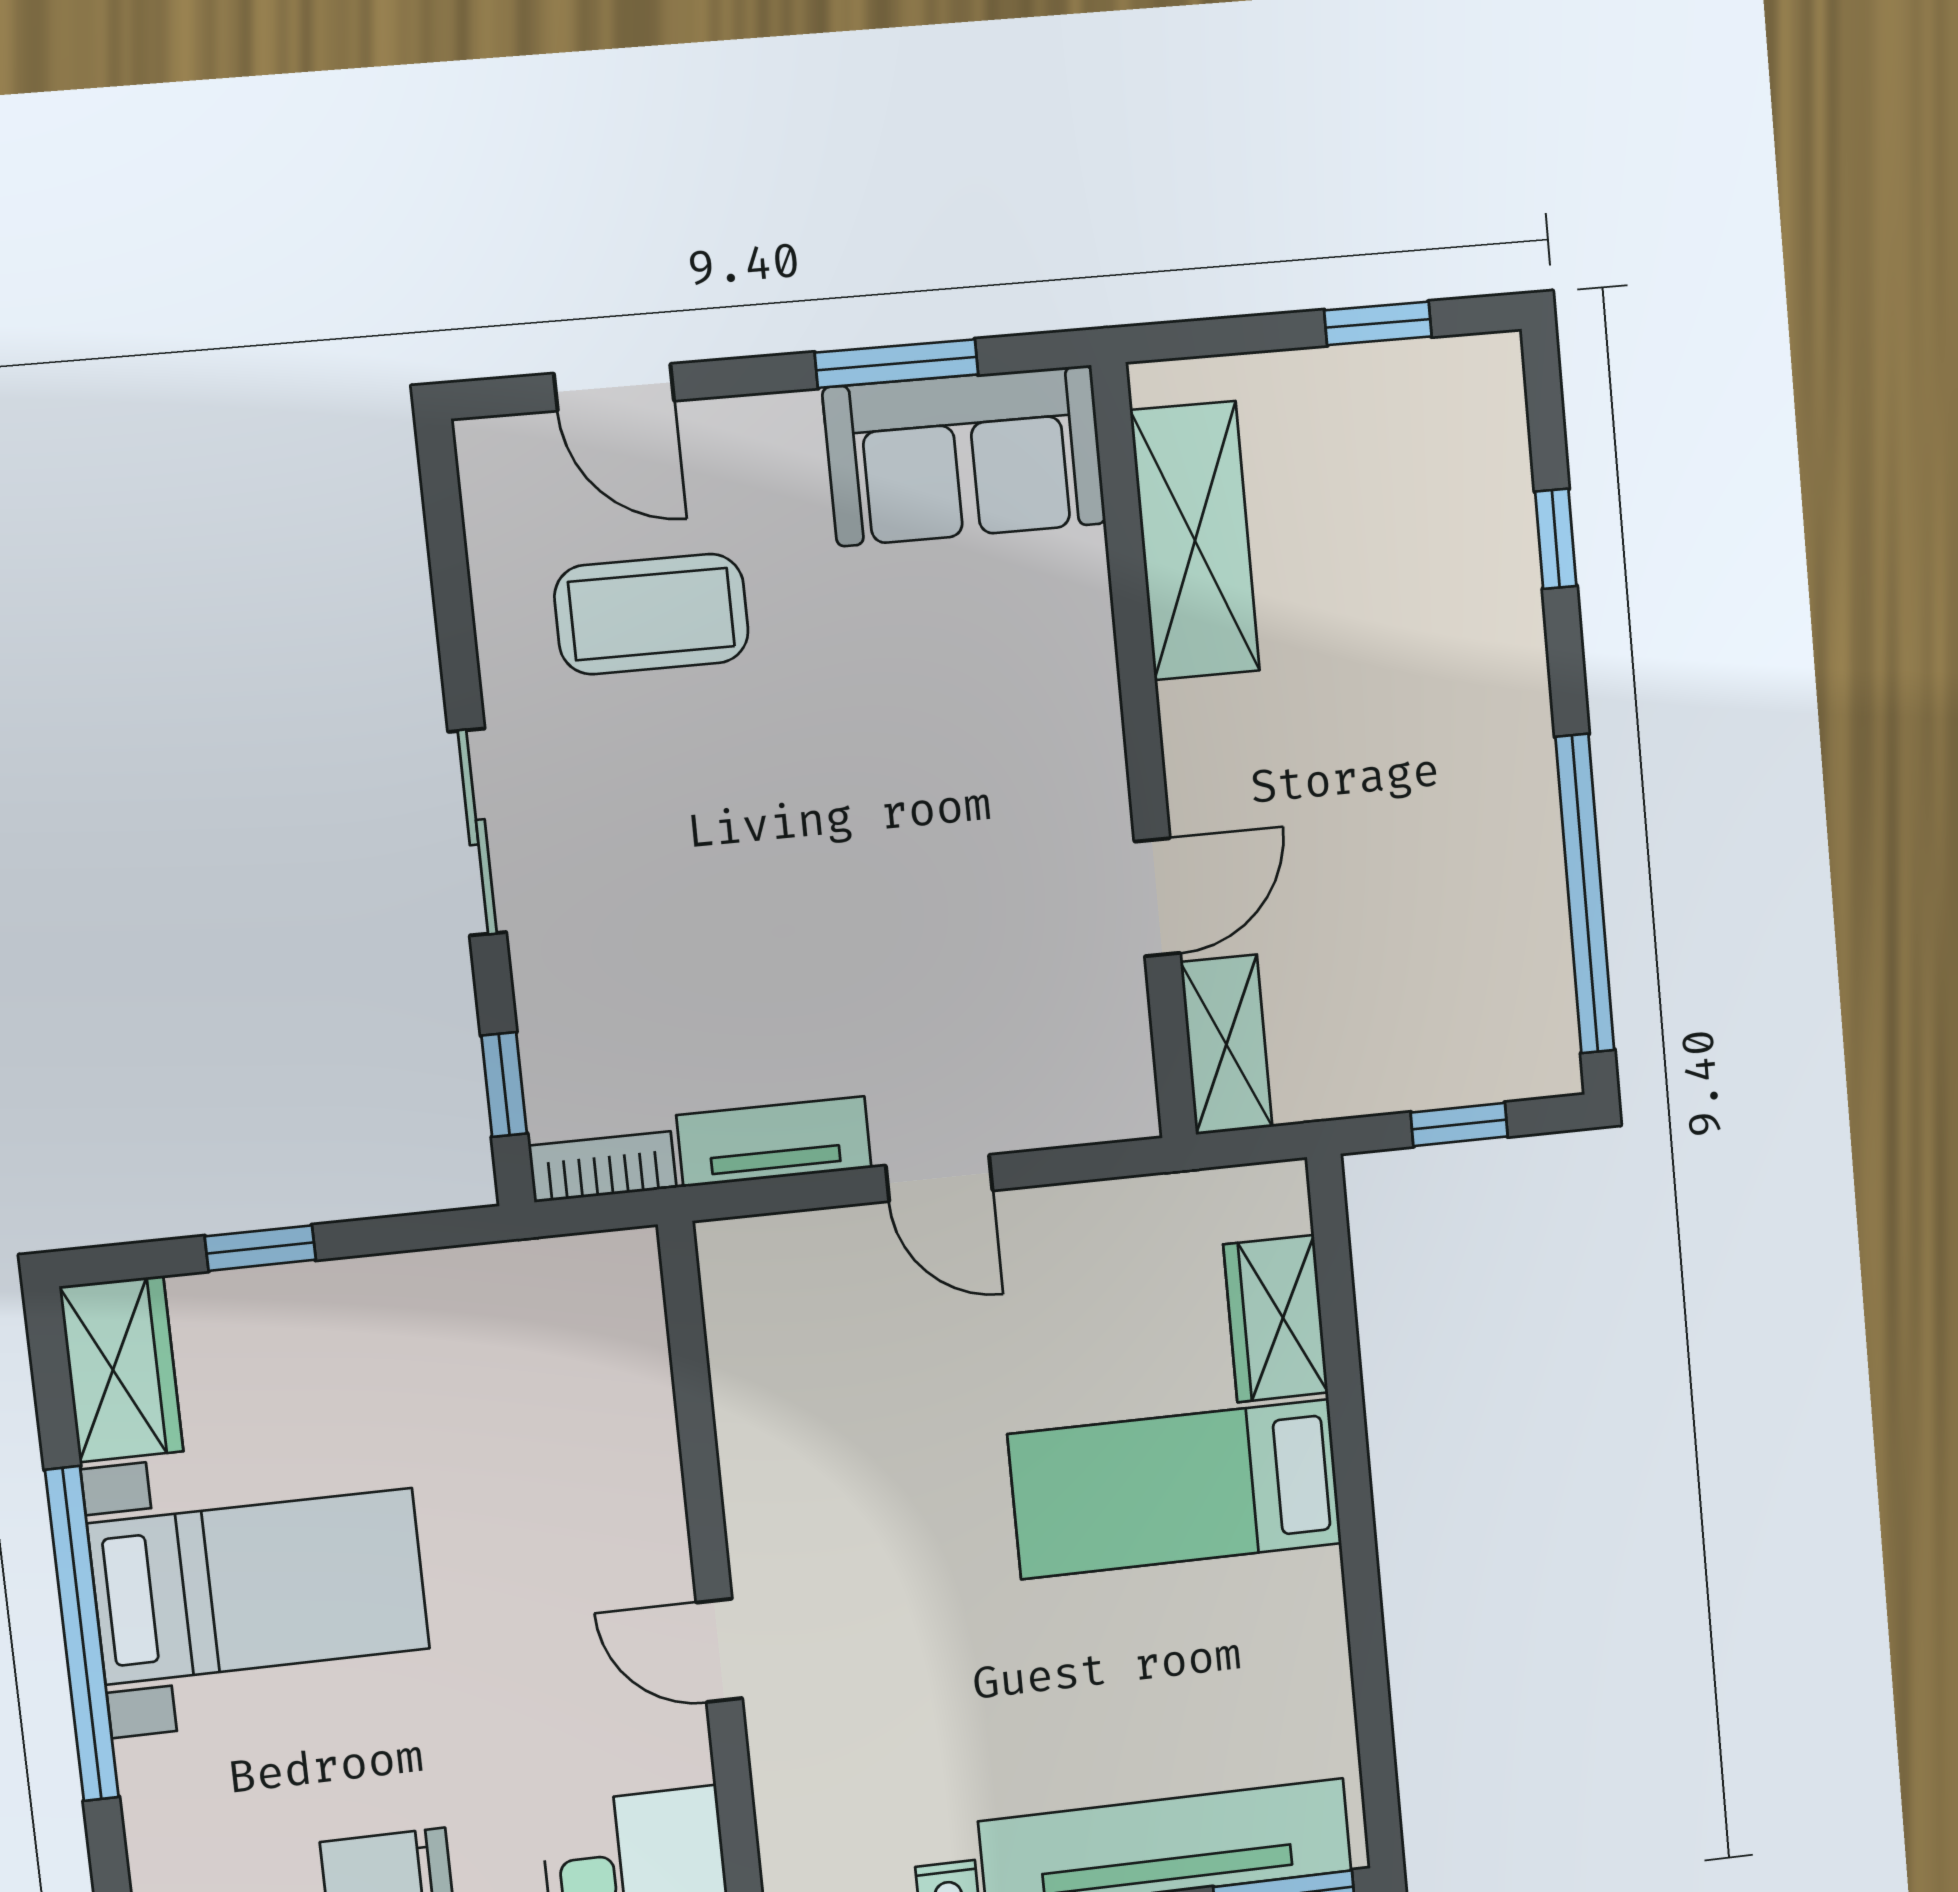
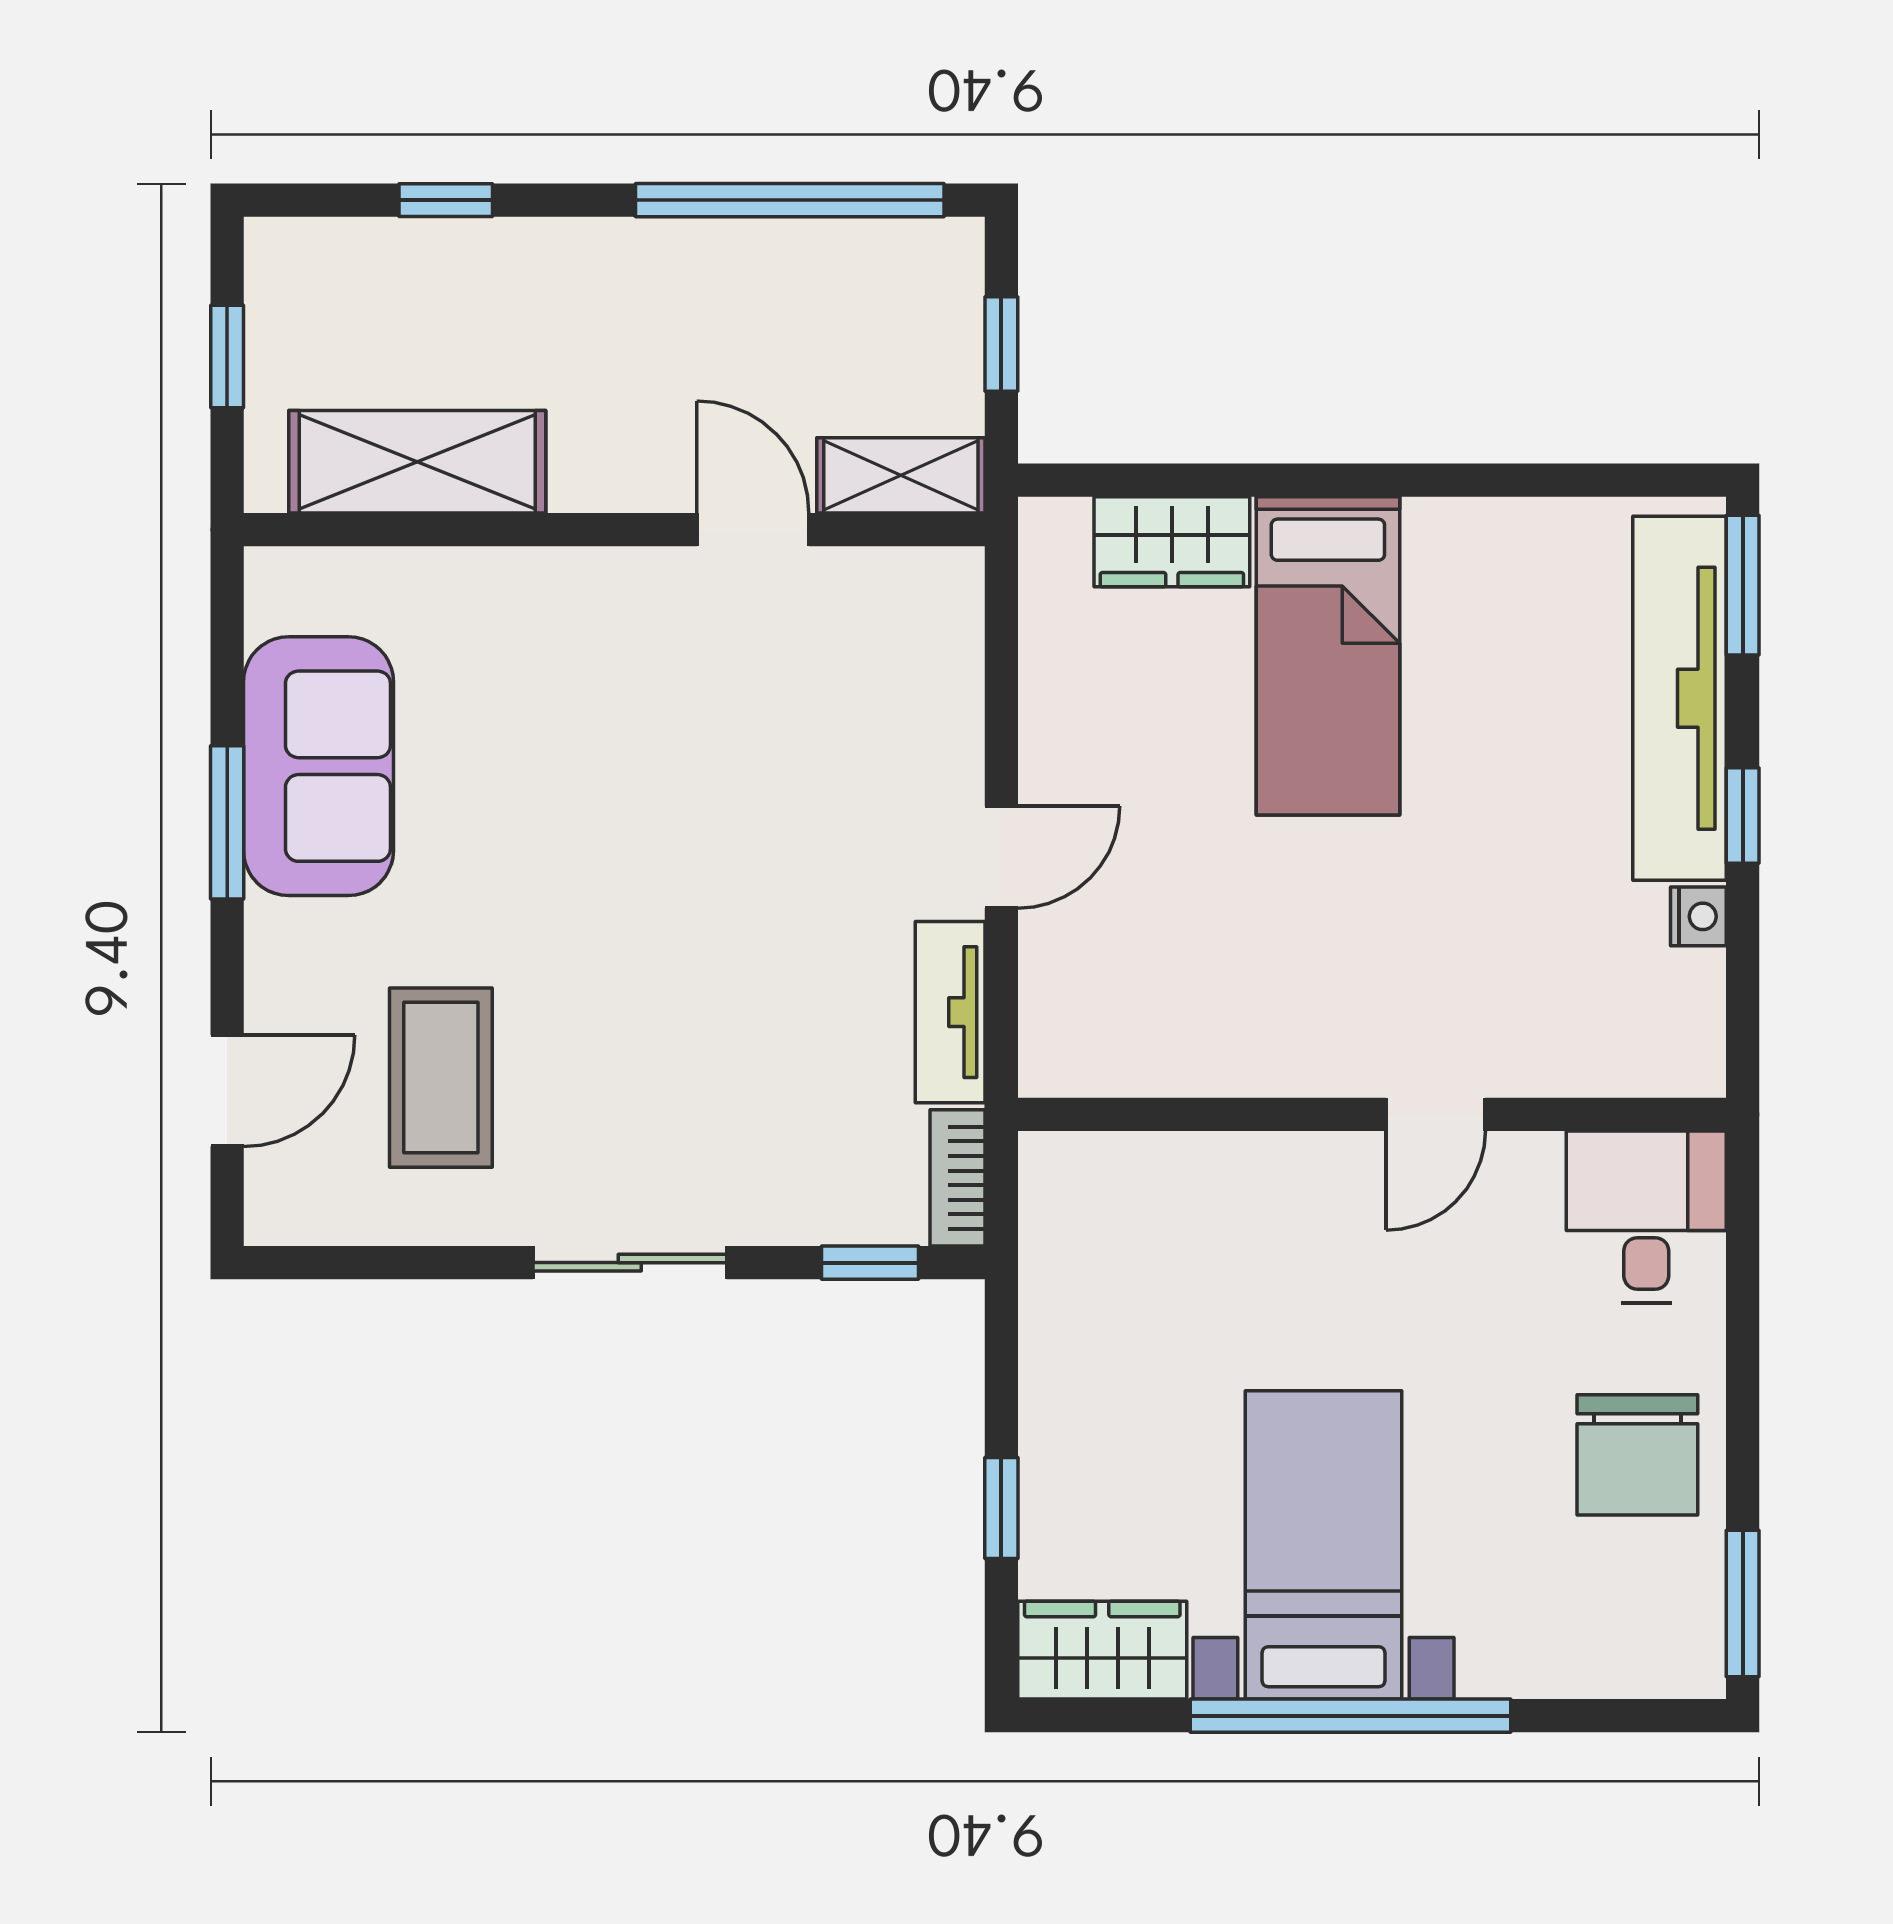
shelving: (1195, 541) -> (417, 462), moved
wall: (1144, 753) -> (614, 530), moved
door: (1157, 897) -> (753, 530), moved
shelving: (1226, 1045) -> (901, 475), moved

